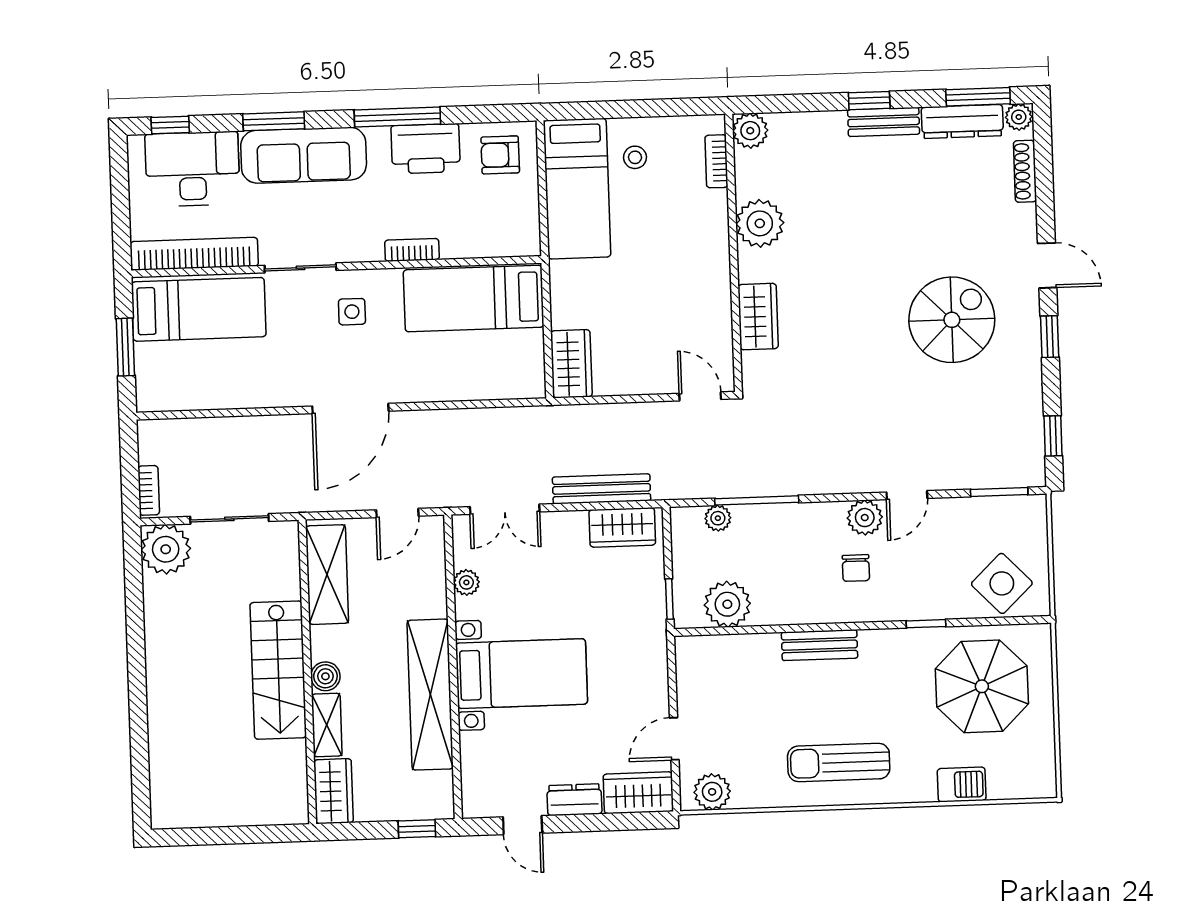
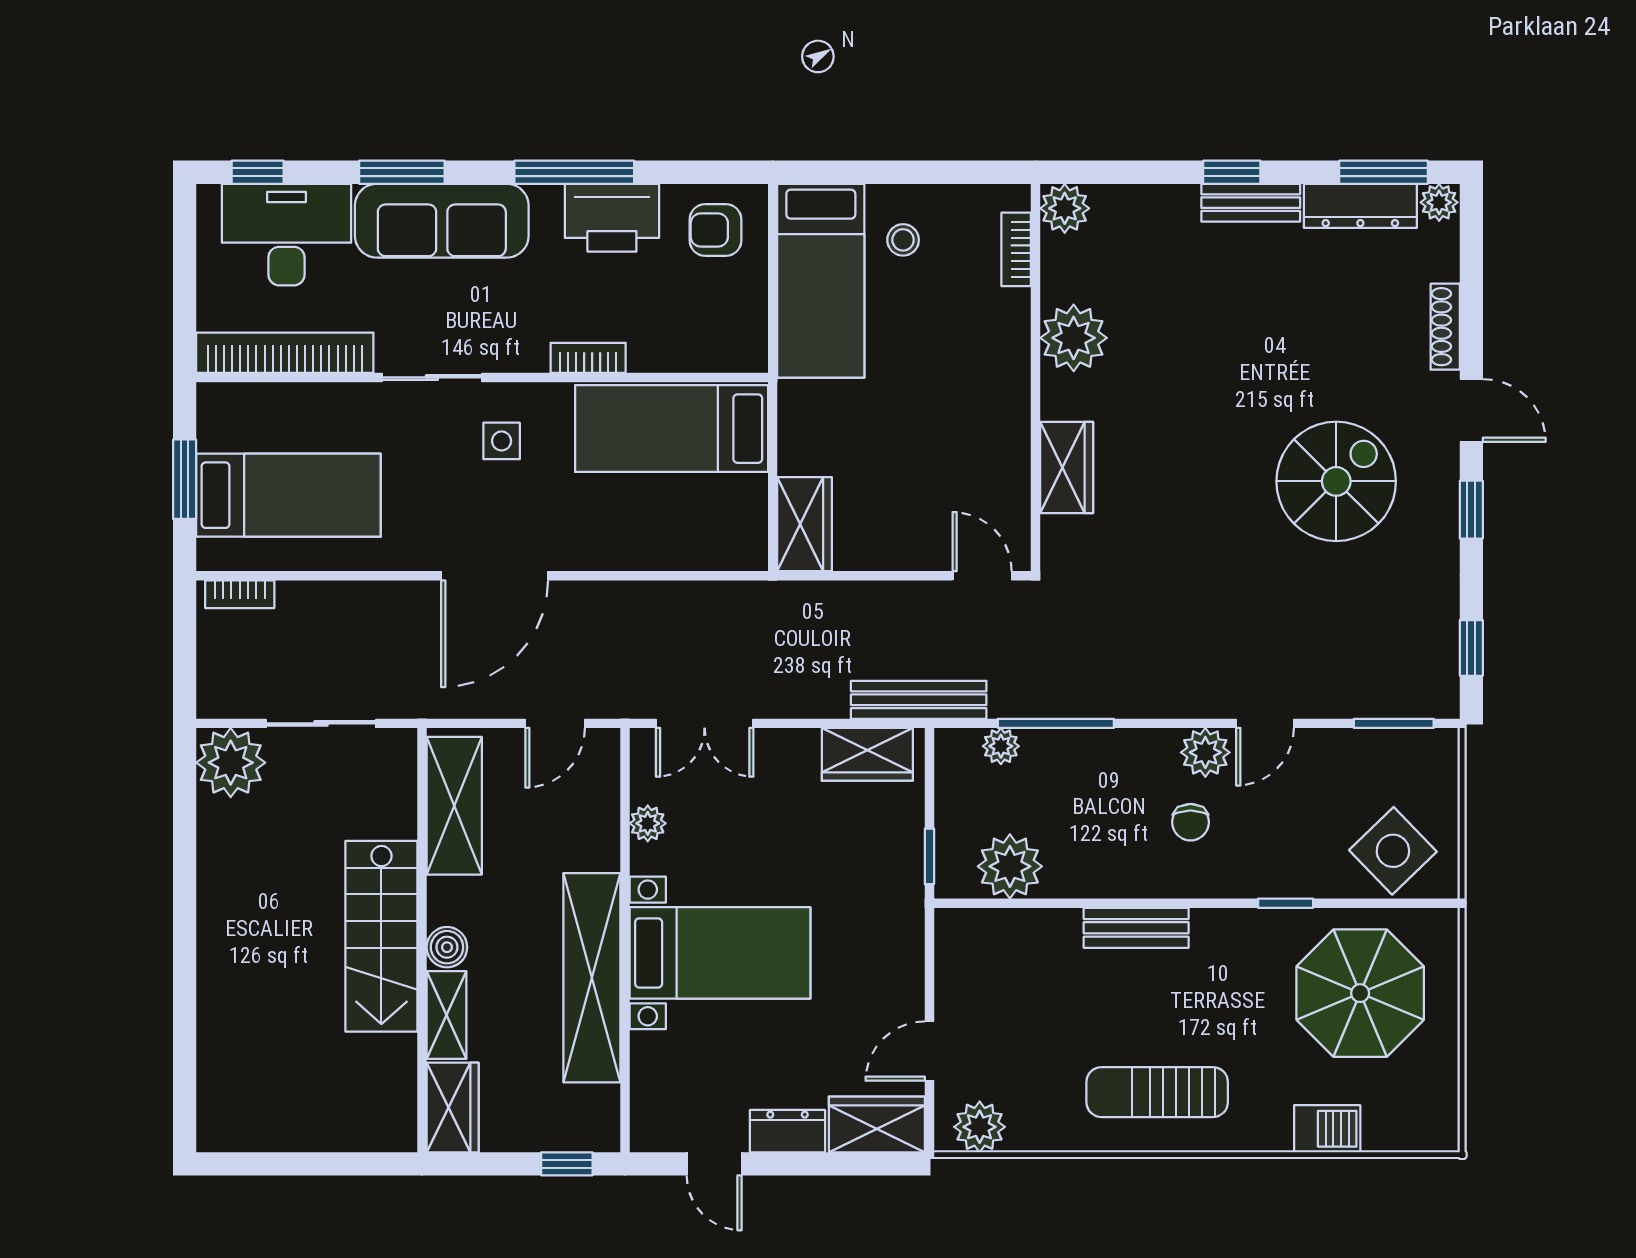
shoe rack: (1025, 171) -> (1445, 327), moved
bed: (199, 309) -> (288, 495), moved
bench: (602, 489) -> (919, 700), moved
bookcase: (149, 490) -> (240, 594), moved, turned 90

